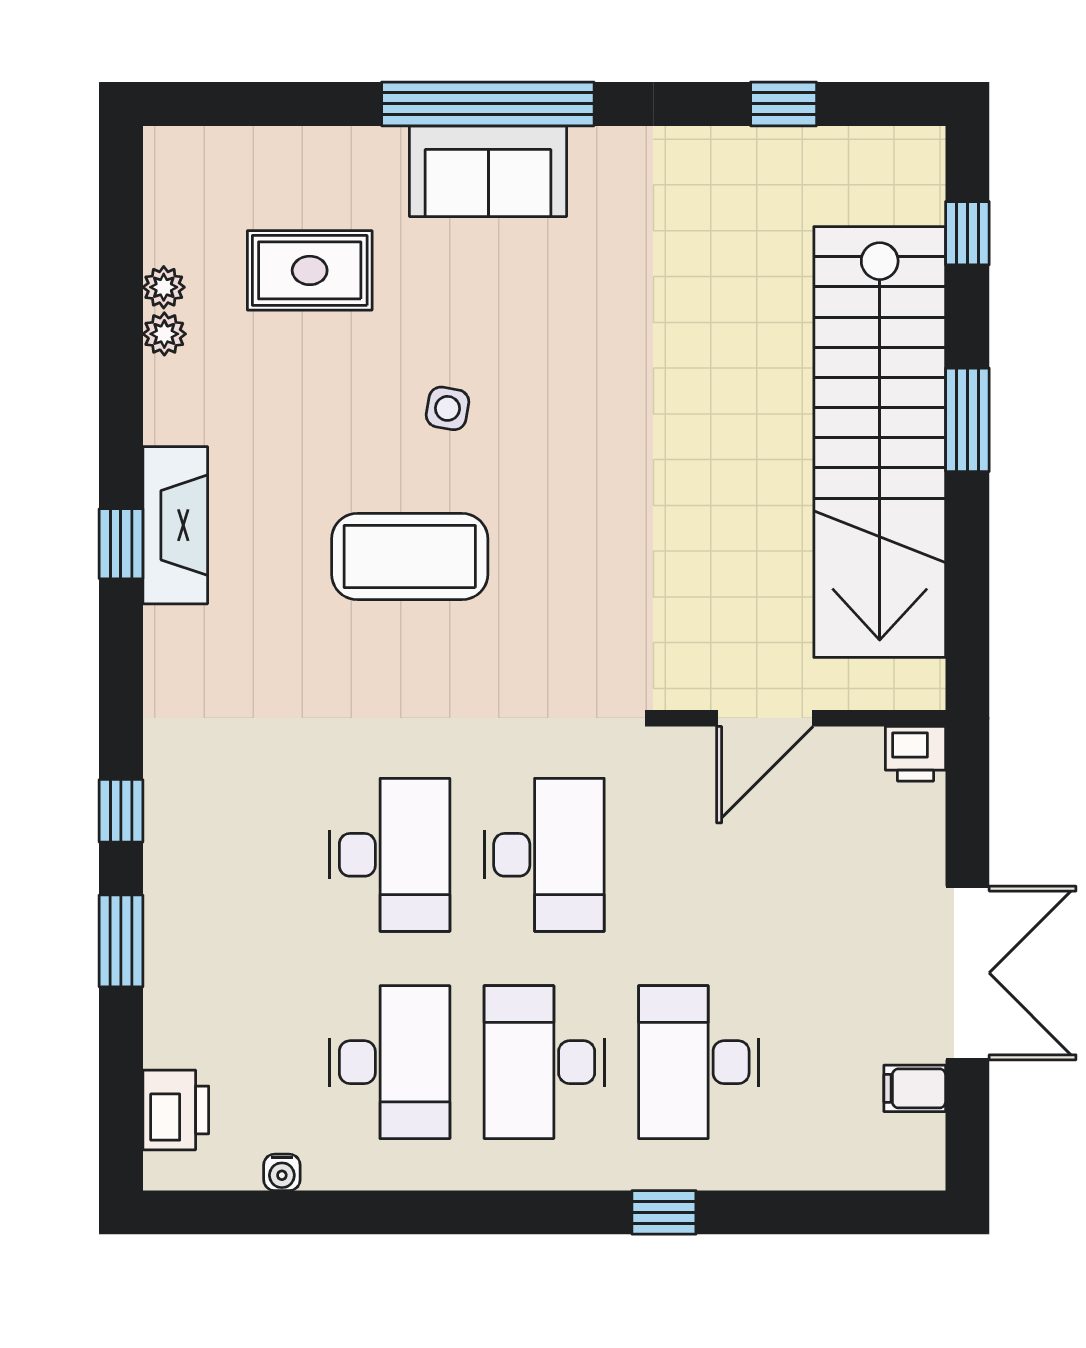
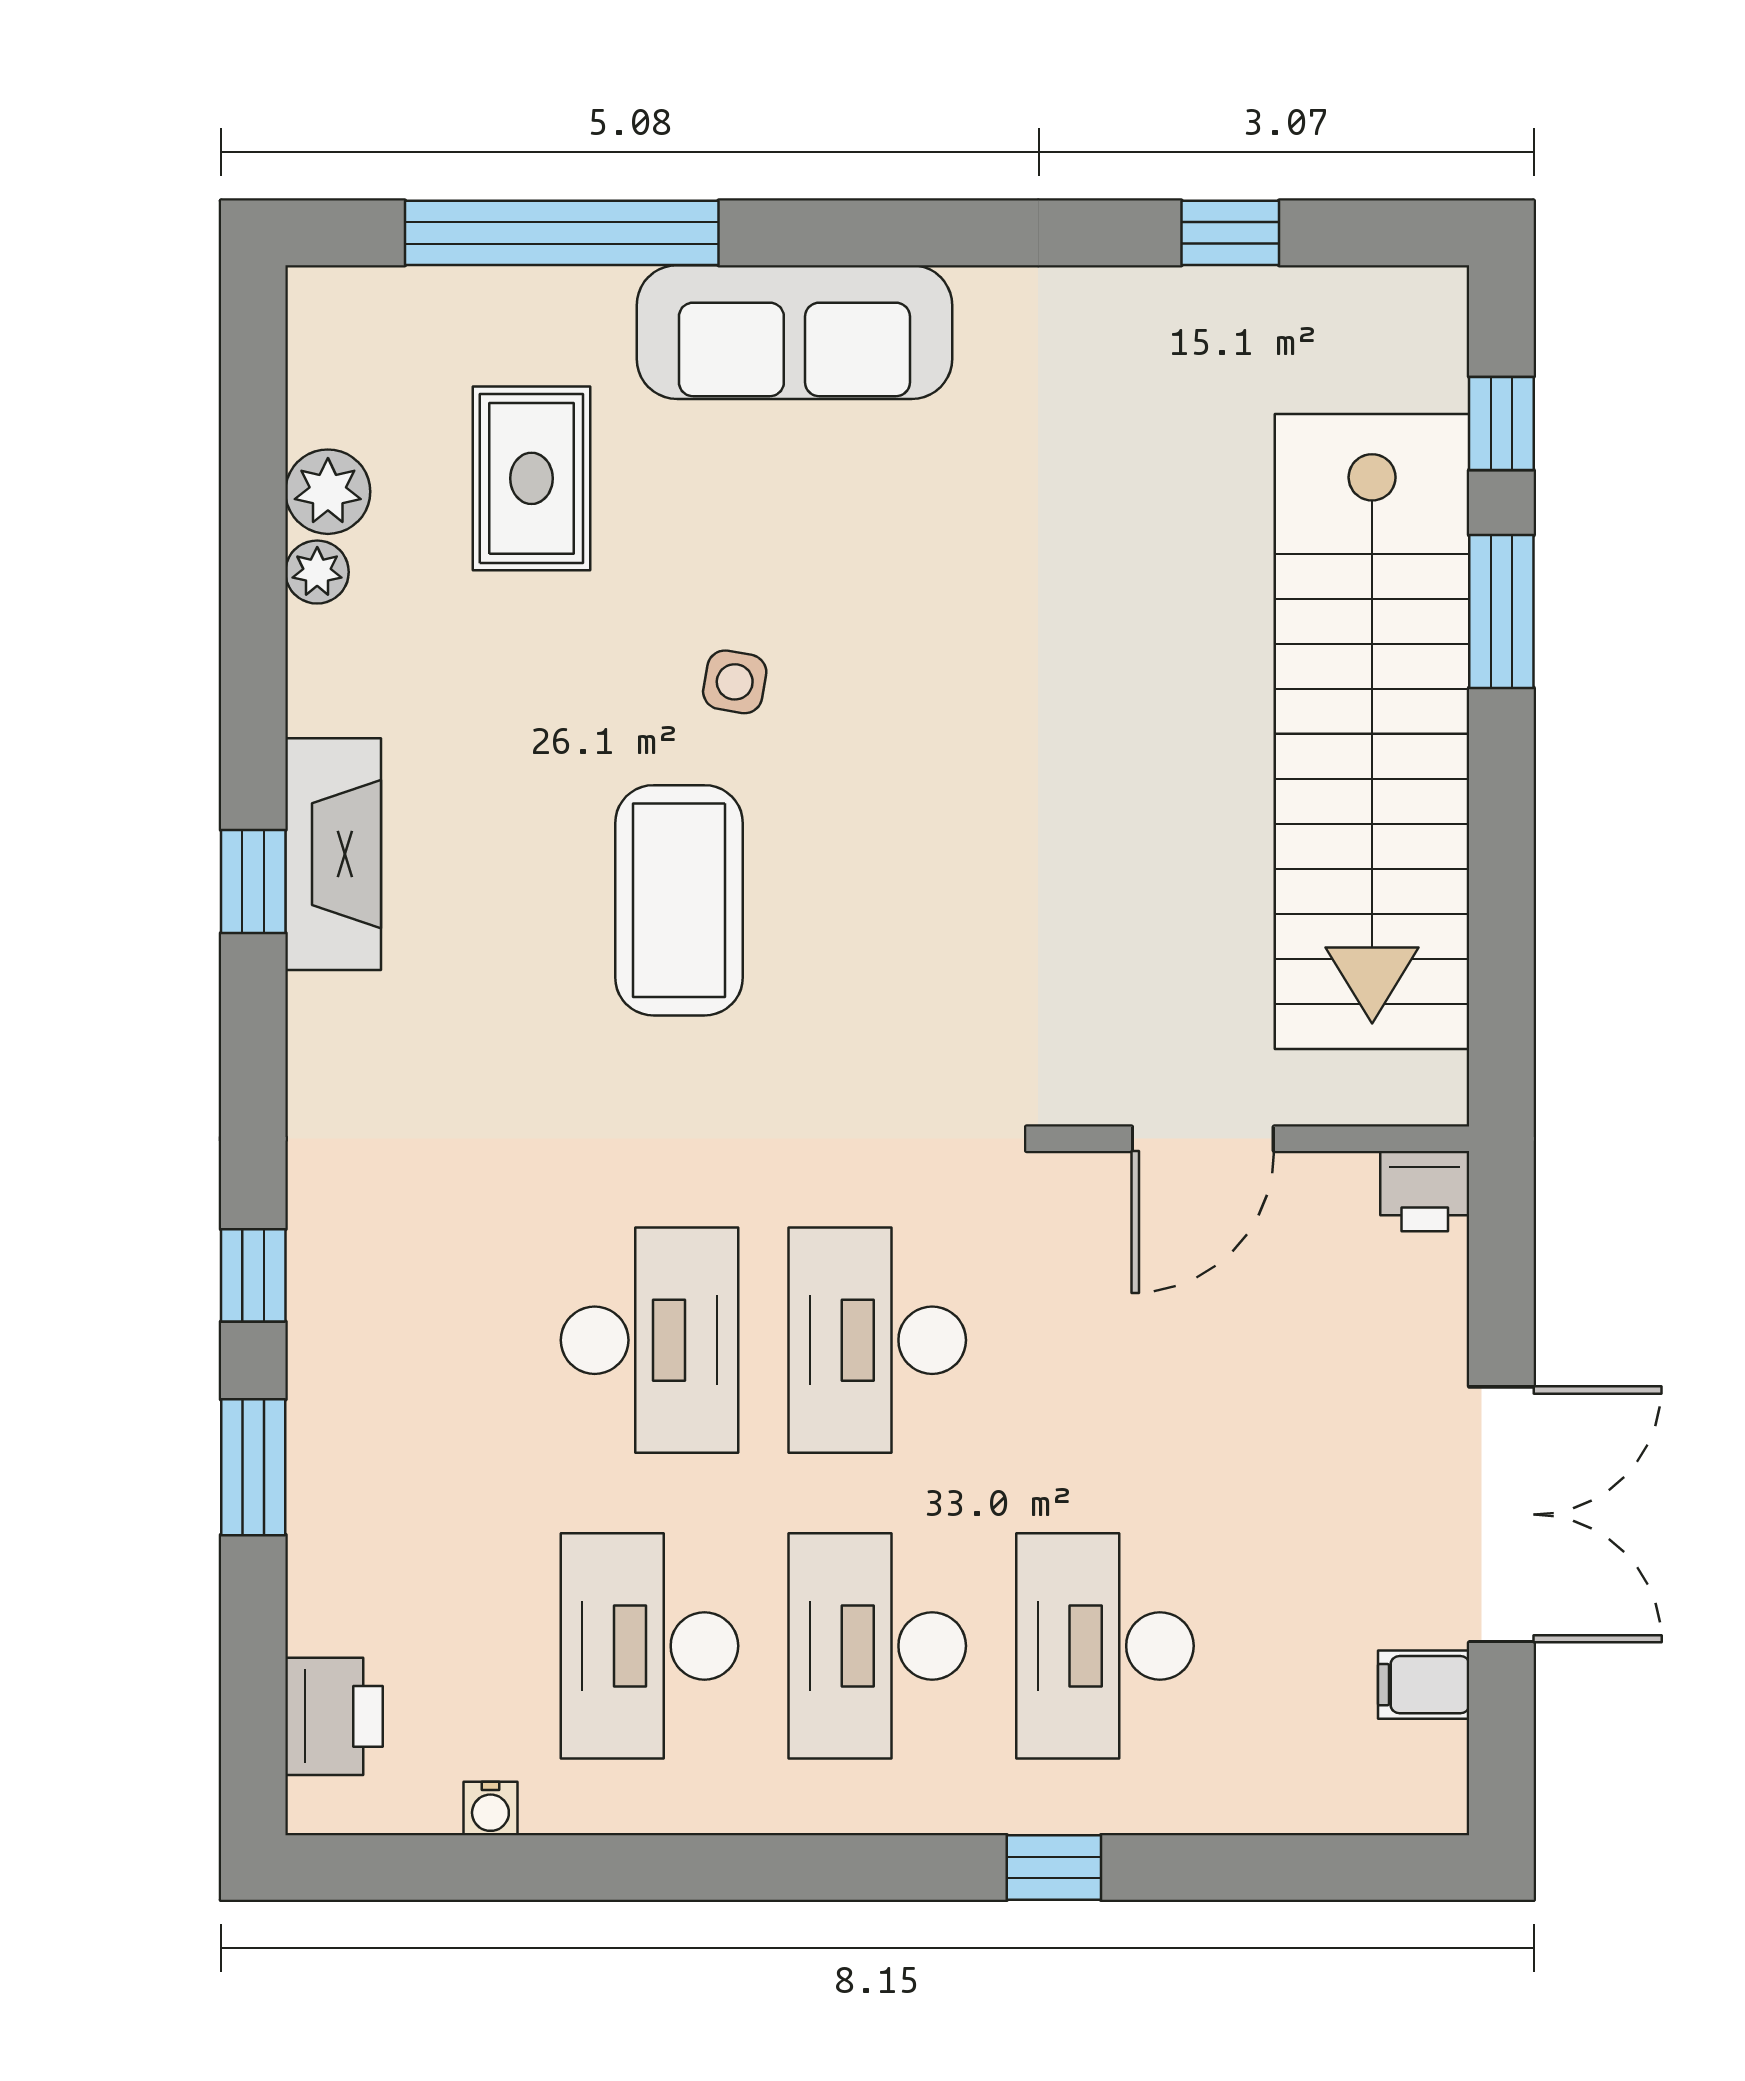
window: (488, 104) -> (562, 233), moved
sofa: (488, 171) -> (794, 332), width x1.36
rug: (310, 270) -> (531, 478), turned 90
plant: (164, 287) -> (328, 492), width x1.38, depth x1.38
window: (967, 420) -> (1501, 611), moved
coffee table: (410, 557) -> (679, 900), turned 90
desk: (544, 855) -> (877, 1340), turned 180
desk: (390, 1062) -> (650, 1646), turned 180

